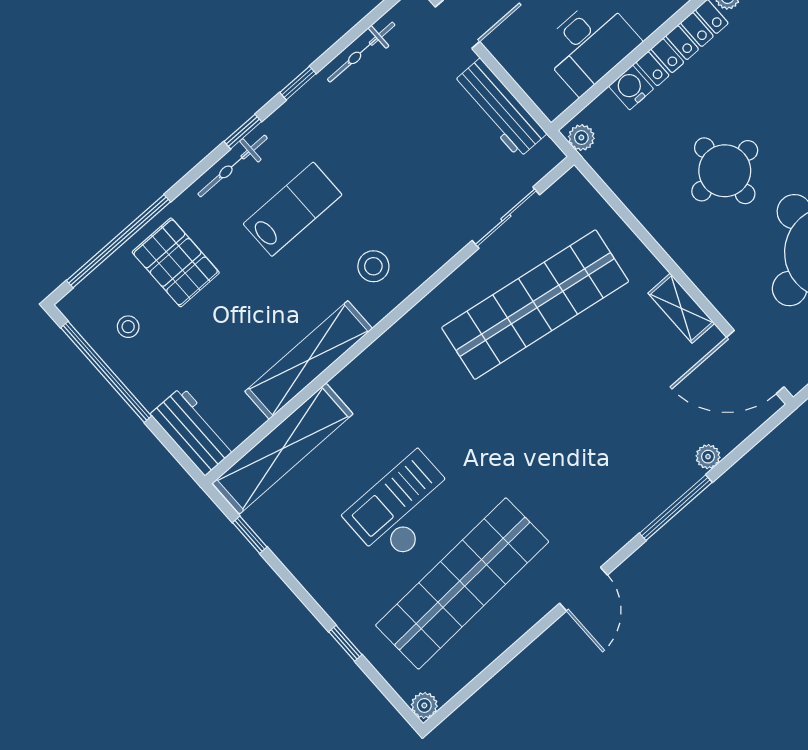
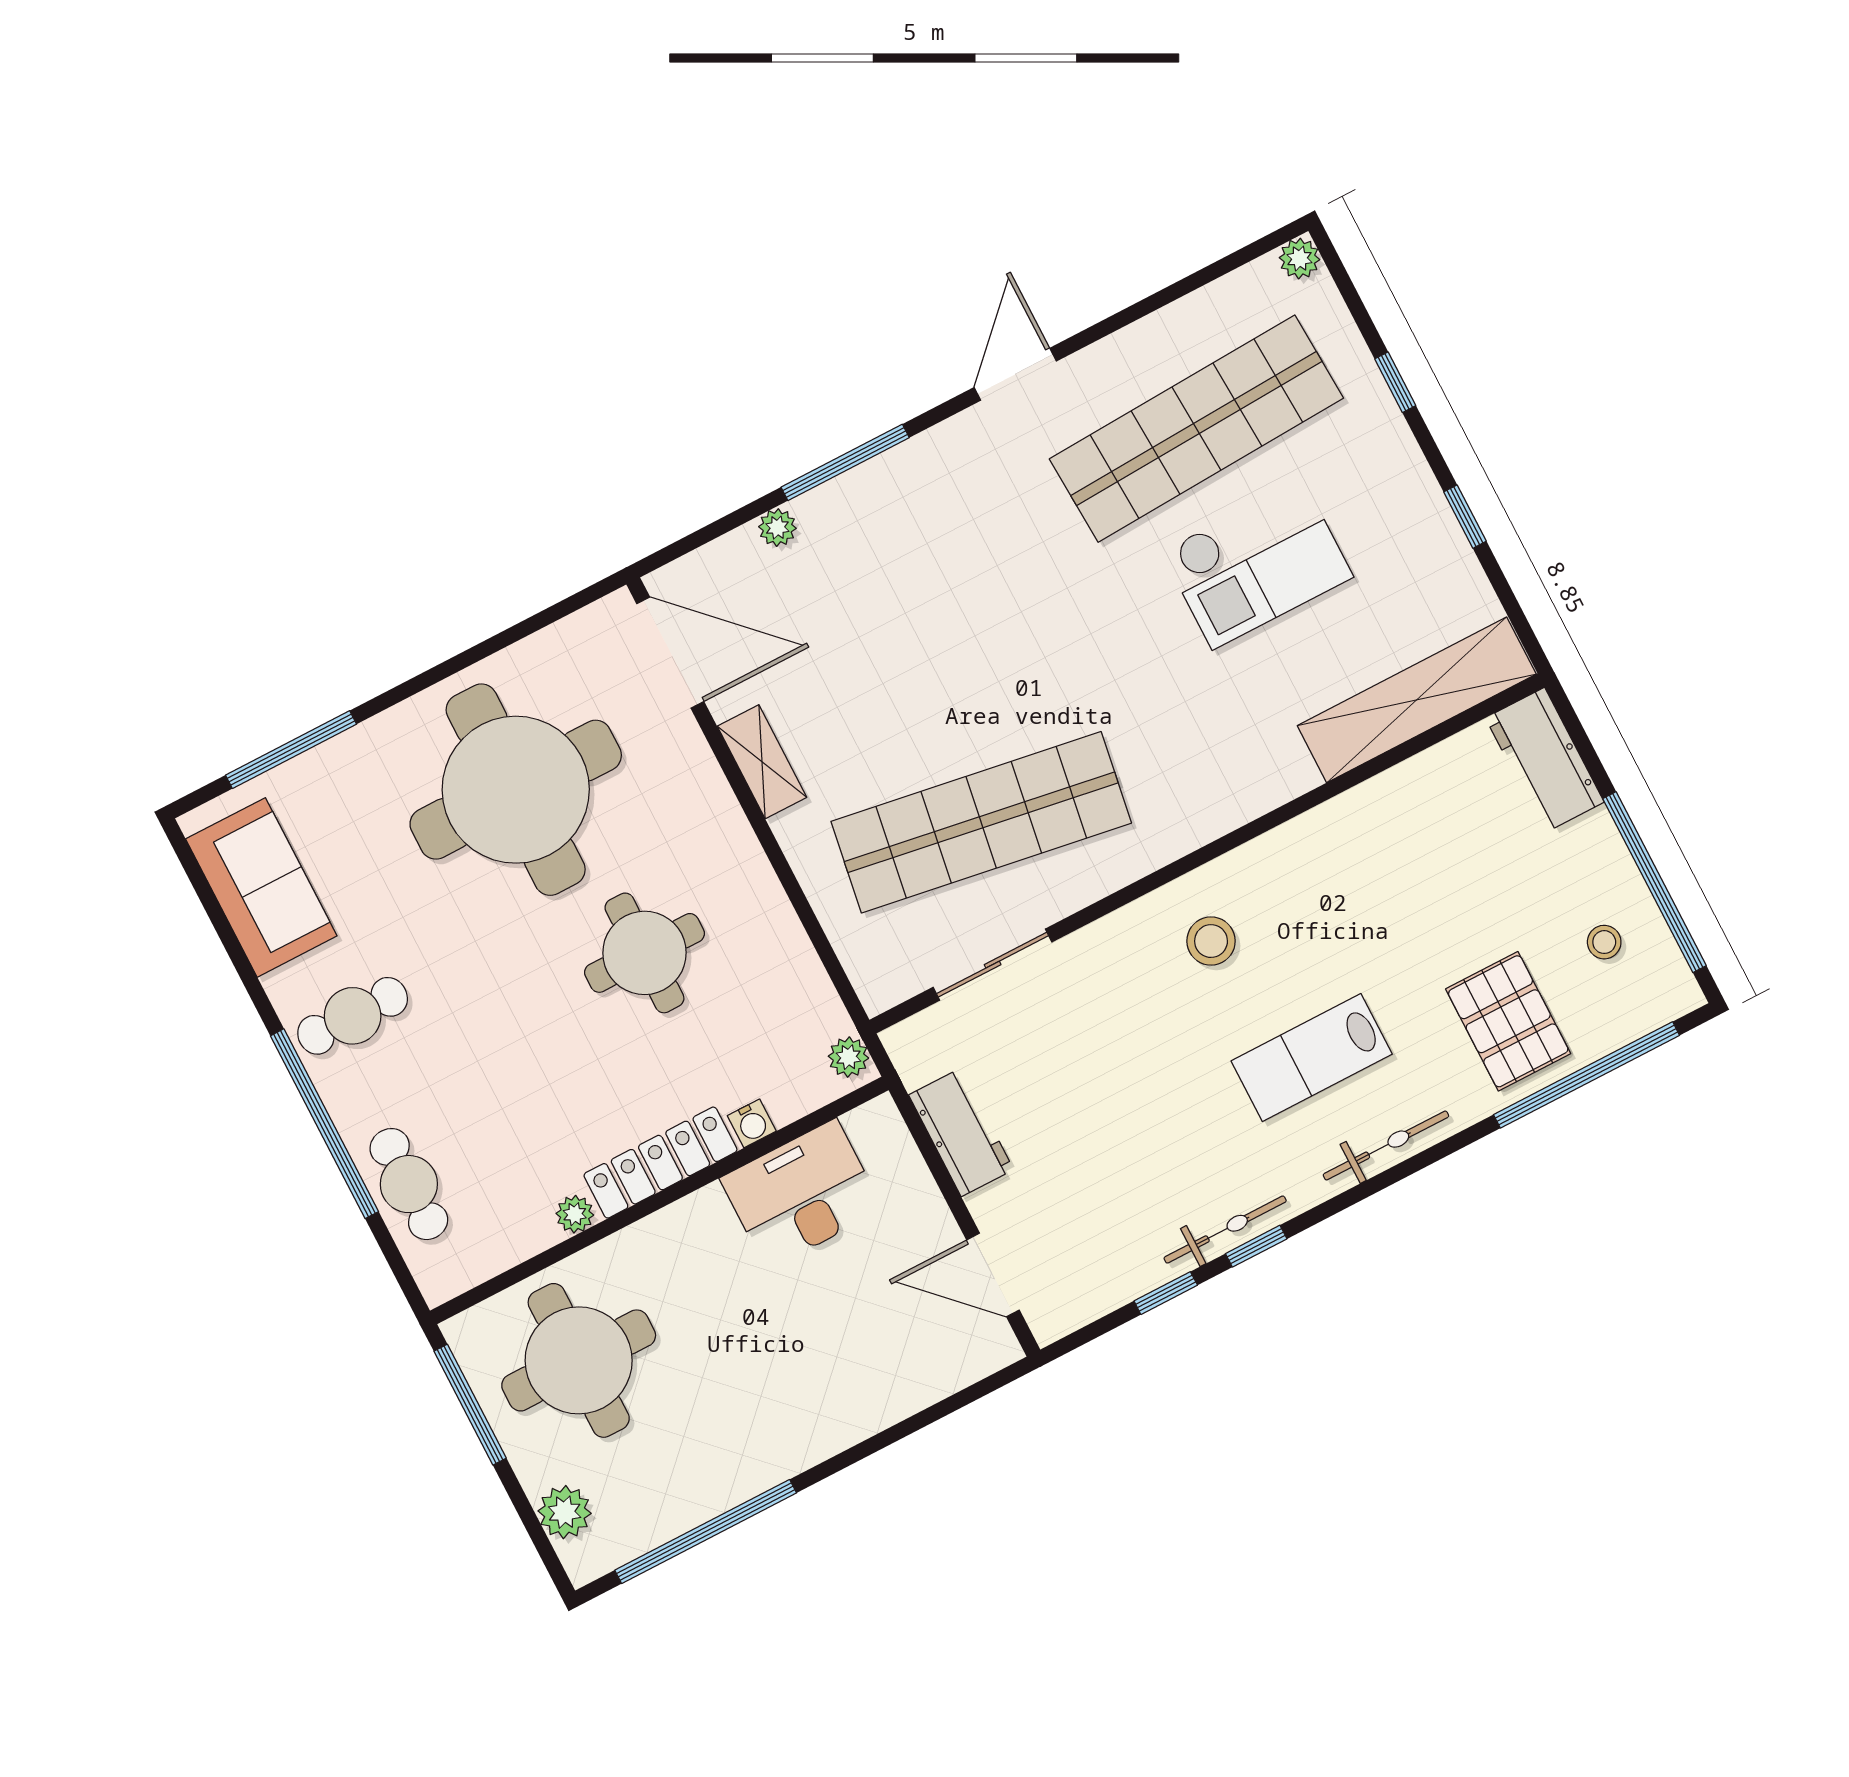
bicycle: (361, 52) -> (1225, 1230), moved
water cooler: (631, 88) -> (752, 1123), width x0.72, depth x0.72
workbench: (500, 108) -> (961, 1132), width x0.73
window: (243, 132) -> (1166, 1293), moved
shelving: (309, 360) -> (1344, 824), removed
window: (250, 535) -> (1465, 517), moved

